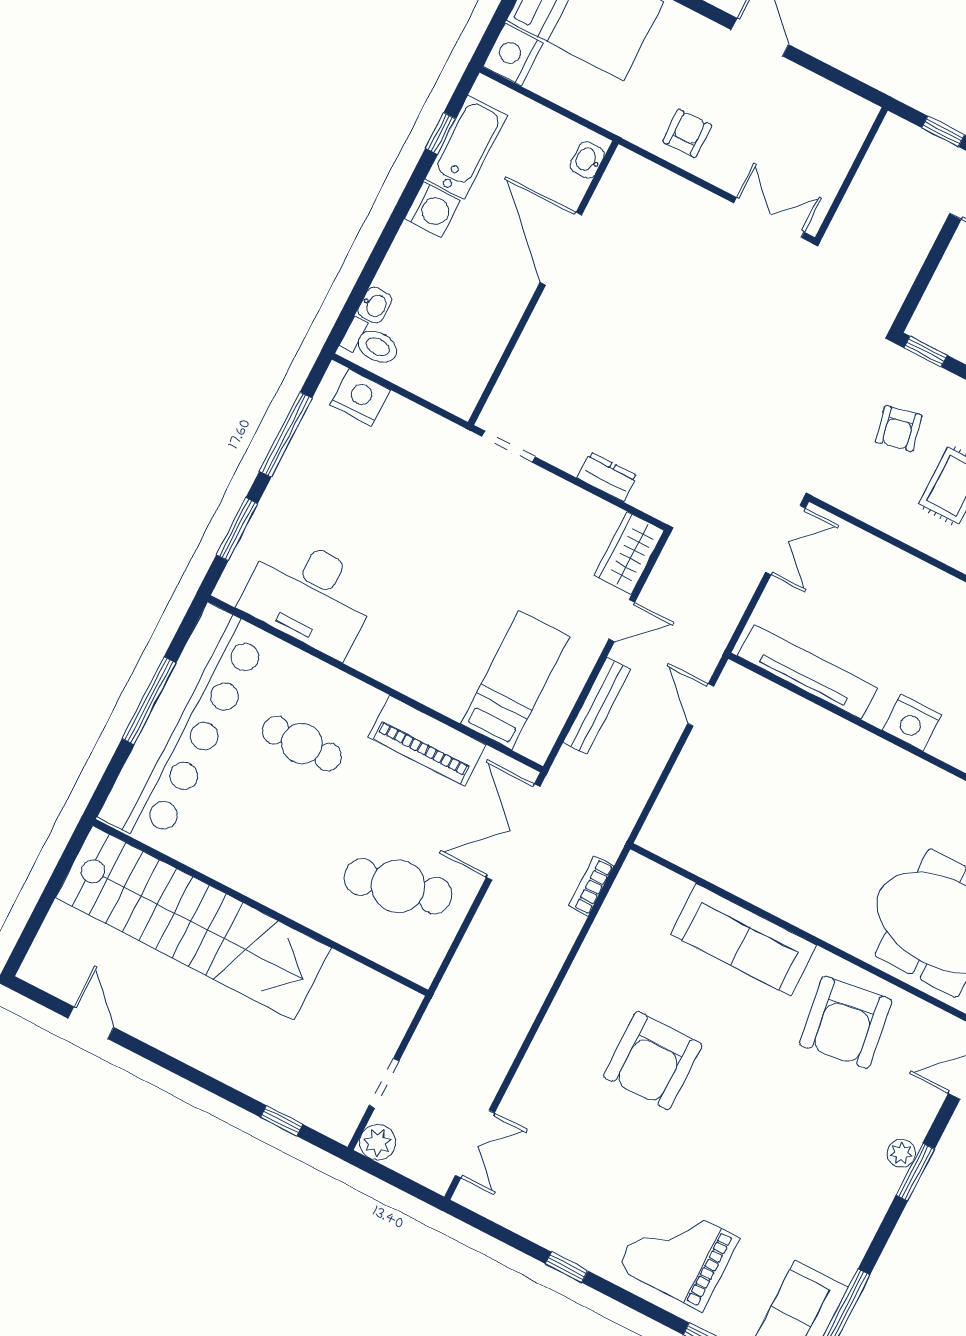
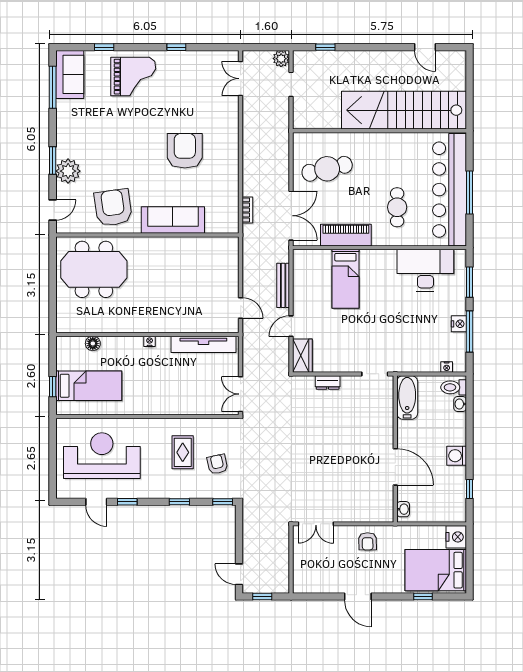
bathtub: (466, 147) -> (407, 397), moved, turned 180
nightstand: (360, 397) -> (447, 367), width x0.53, depth x0.56
nightstand: (298, 460) -> (459, 324), added
bed: (515, 680) -> (345, 279), moved
nightstand: (912, 722) -> (150, 341), width x0.53, depth x0.56
cafe table: (302, 744) -> (397, 207), turned 90
plant: (901, 1153) -> (68, 171), width x1.87, depth x1.87

